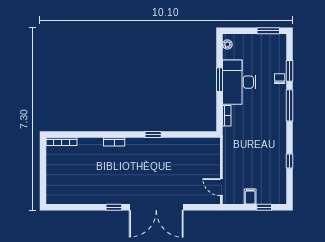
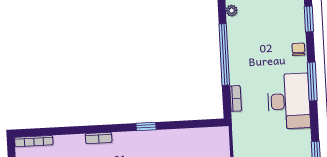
window: (290, 71) -> (309, 19), moved
window: (219, 80) -> (224, 54), width x2.11
desk: (239, 82) -> (289, 101), moved, turned 180

